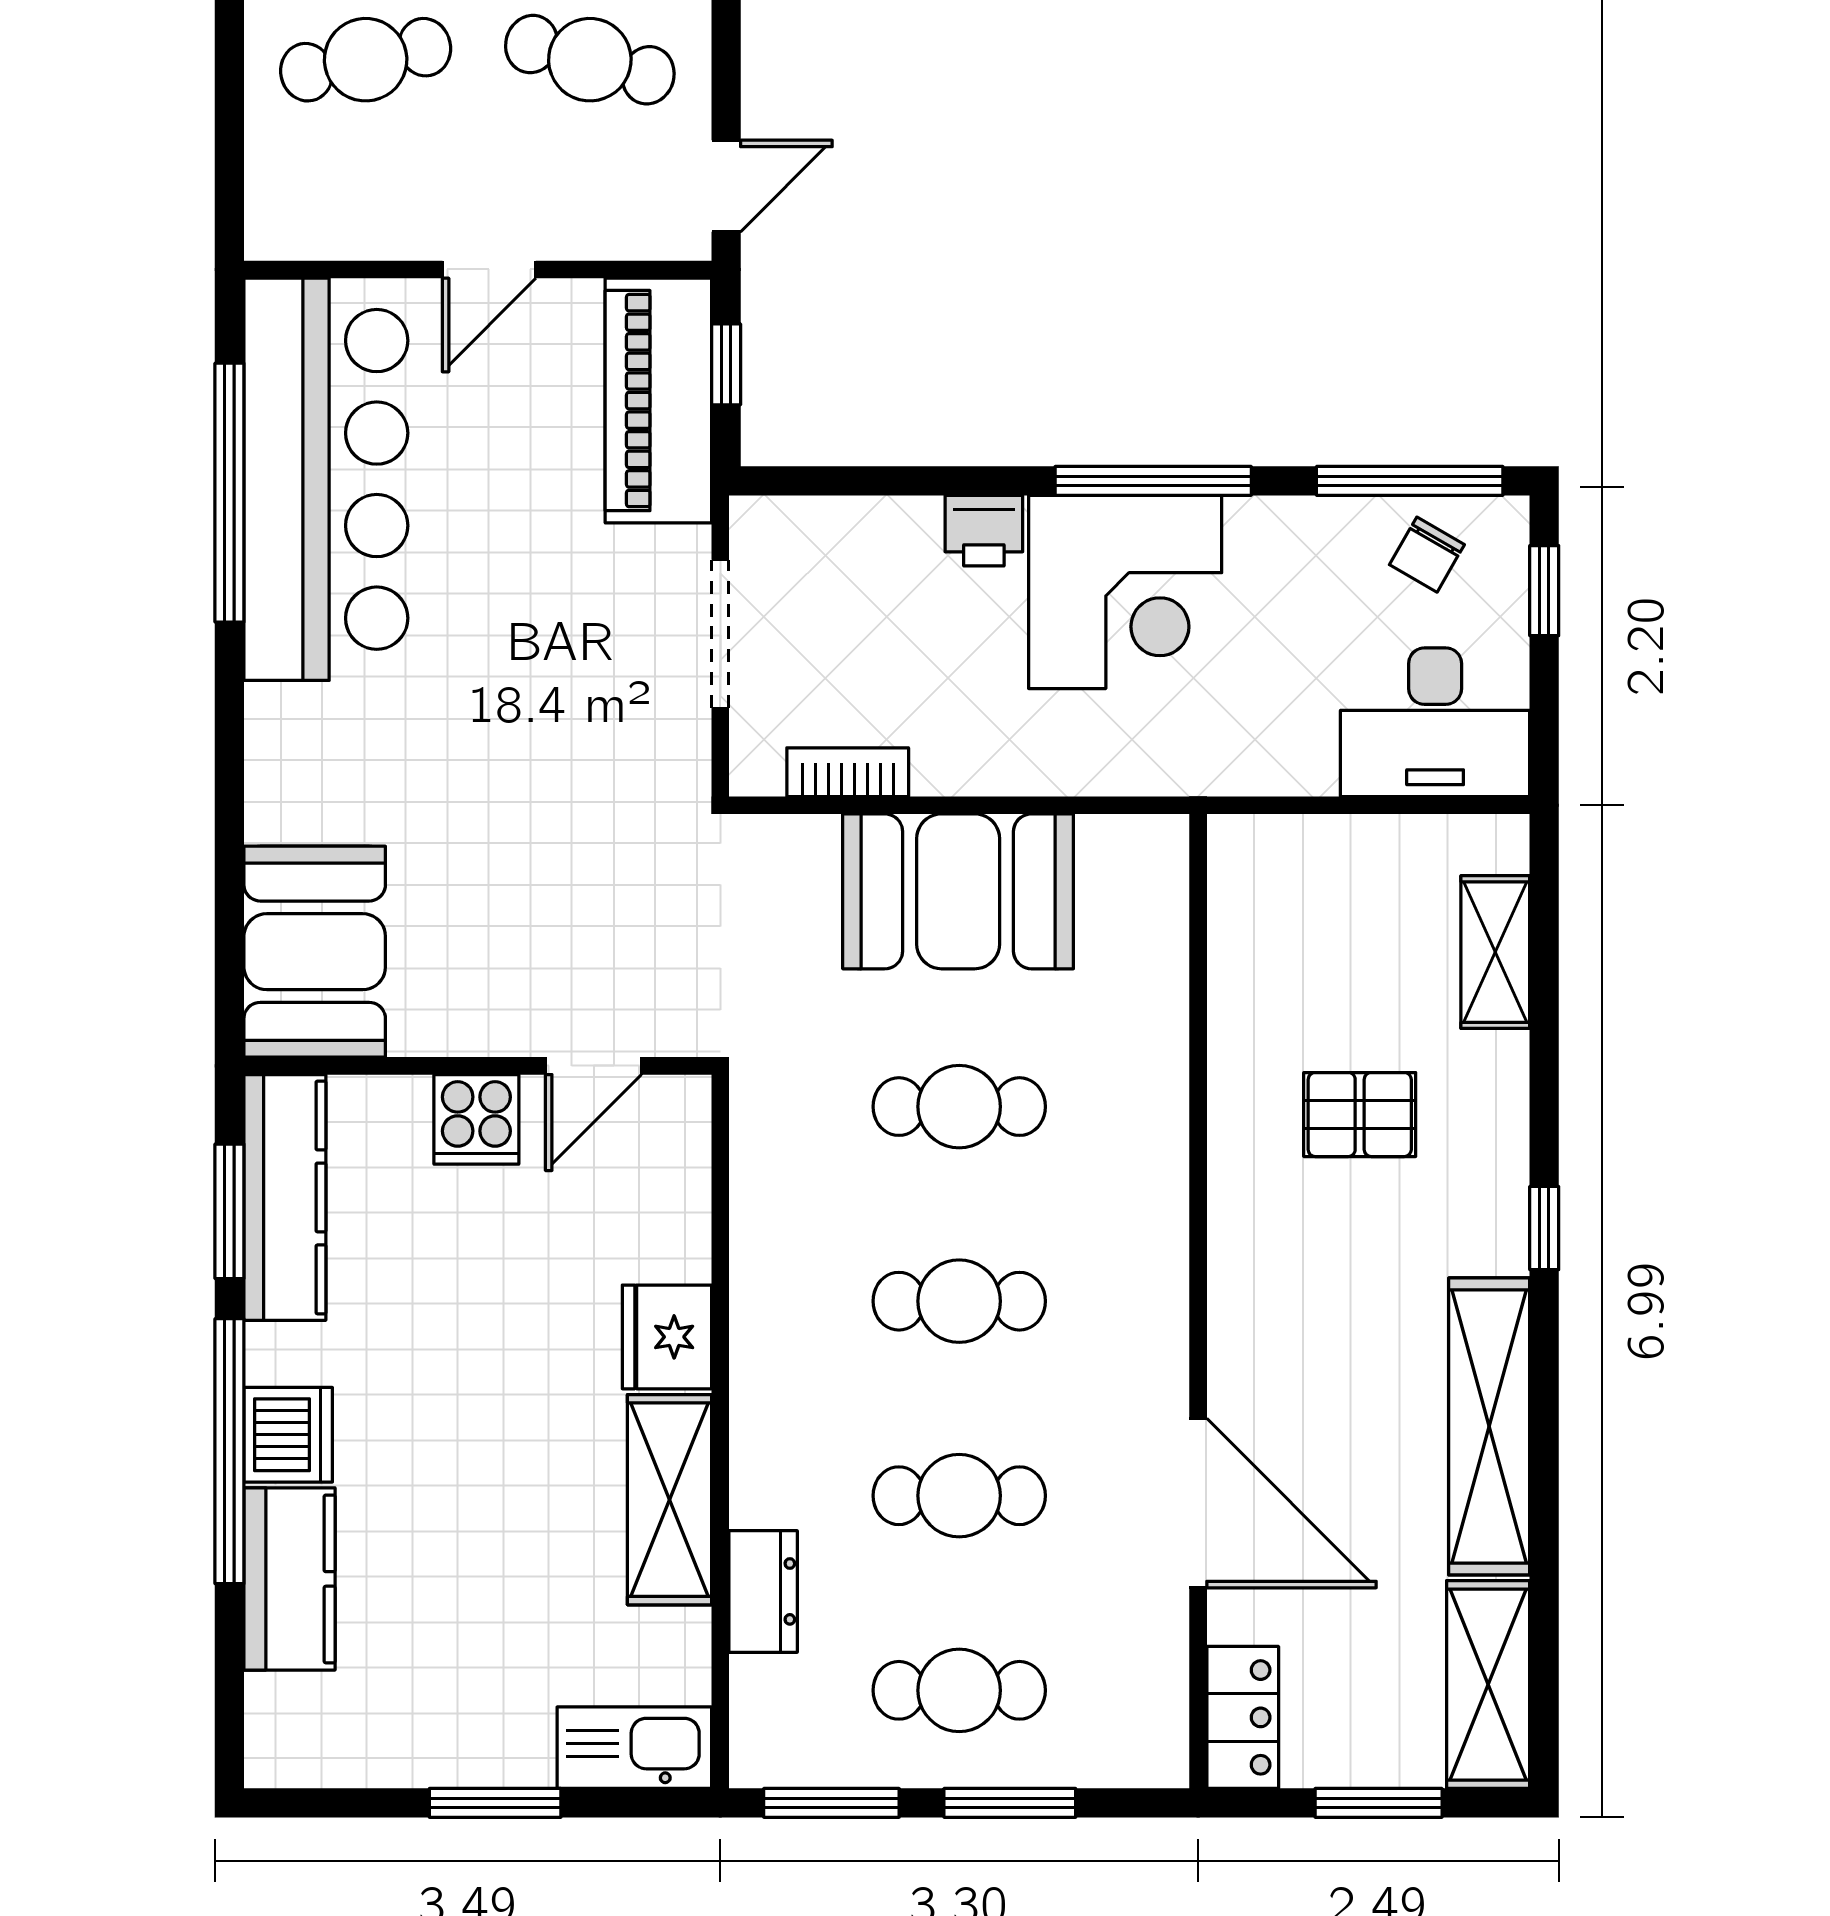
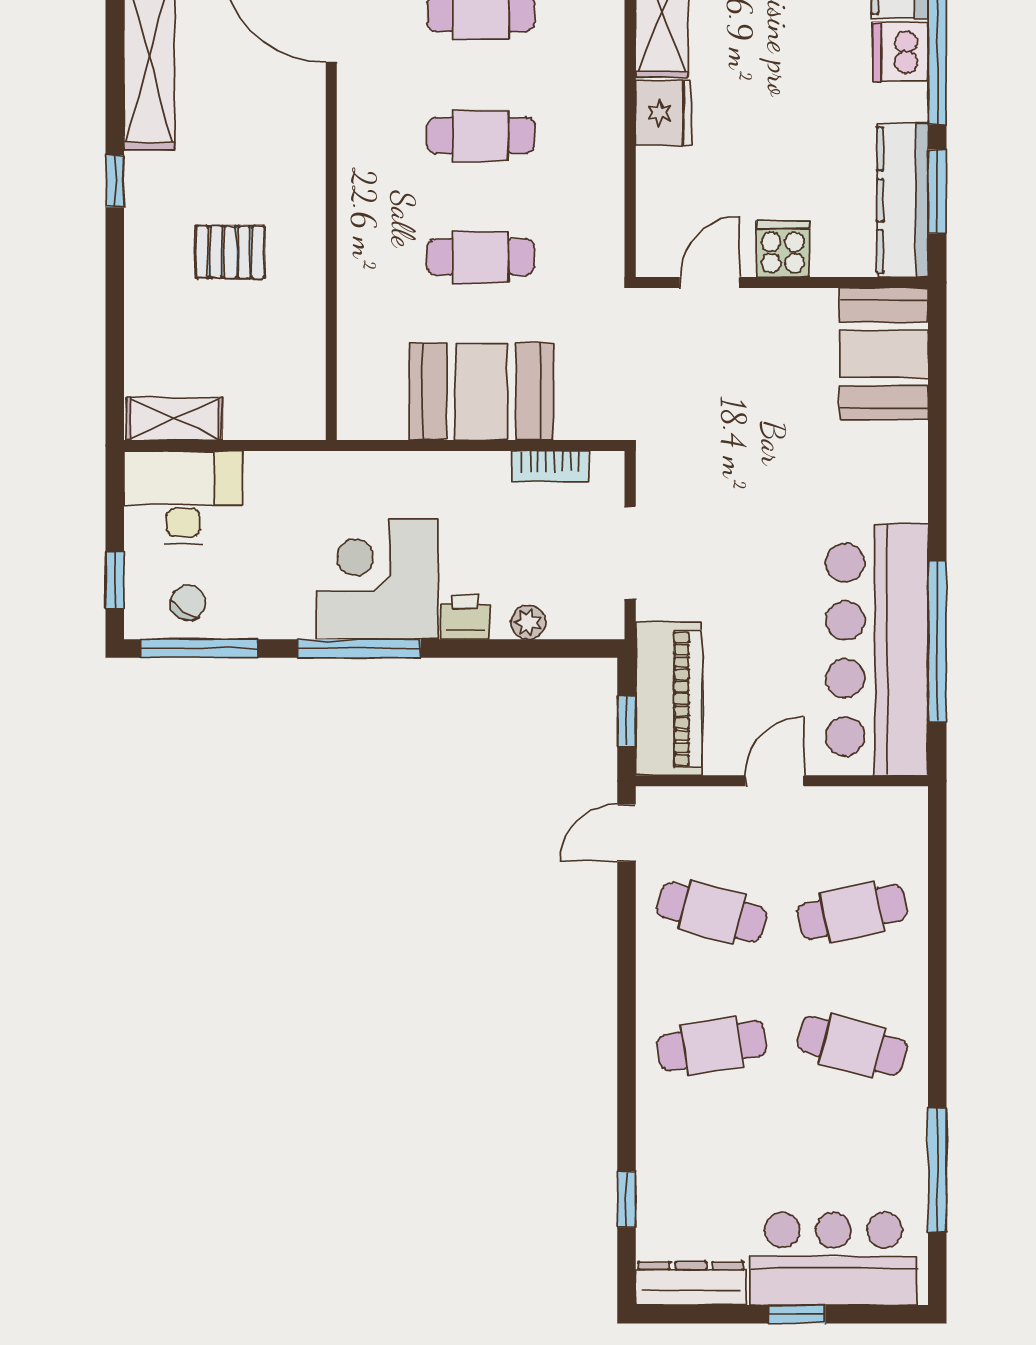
plant: (884, 523) -> (528, 622), added
shelving: (1495, 952) -> (174, 419), moved, turned 90

